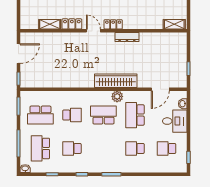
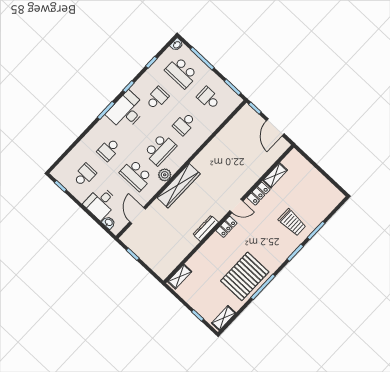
school desk: (40, 115) -> (208, 98), width x0.54
school desk: (135, 115) -> (136, 175), turned 180
school desk: (40, 148) -> (181, 73), turned 180
school desk: (135, 148) -> (109, 149), turned 180
desk: (99, 161) -> (126, 111), added

